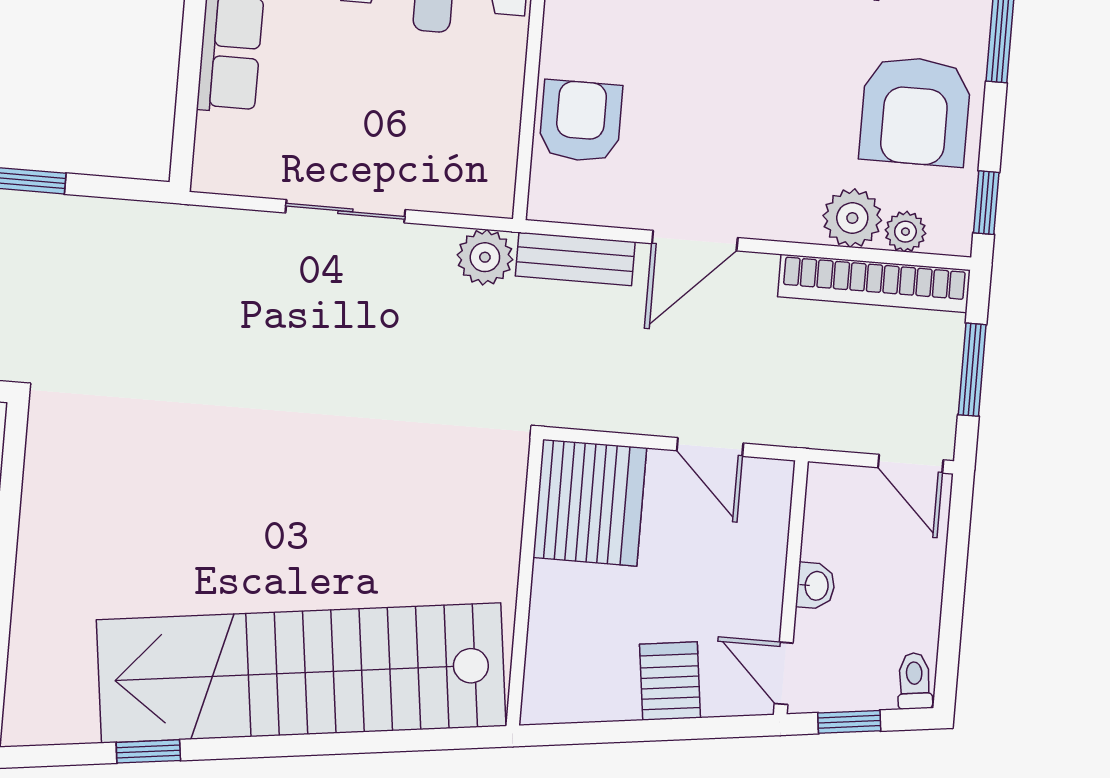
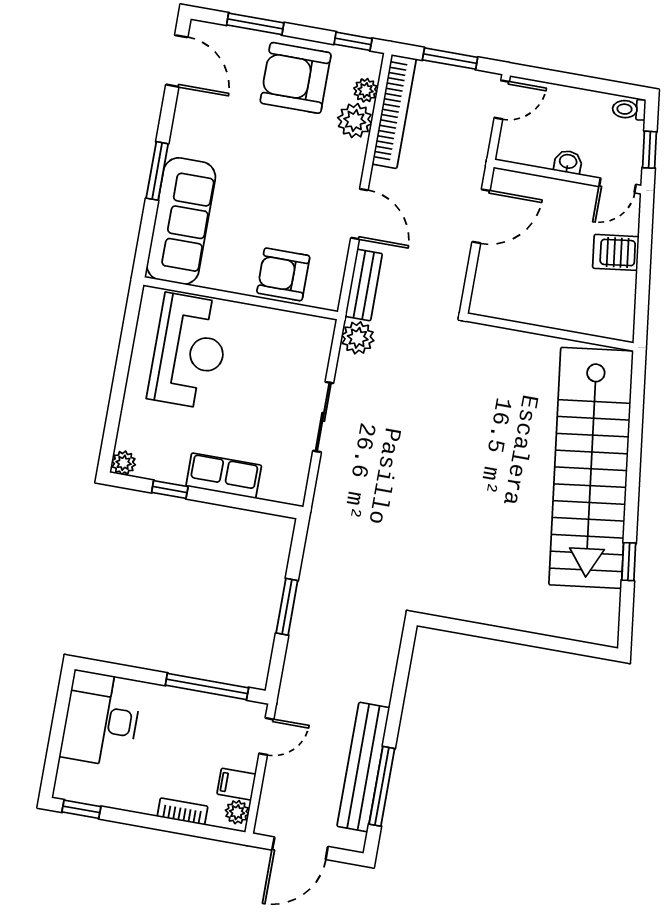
armchair: (915, 111) -> (296, 78), turned 180
door: (710, 447) -> (481, 216), width x1.38
server rack: (590, 503) -> (507, 290), removed

